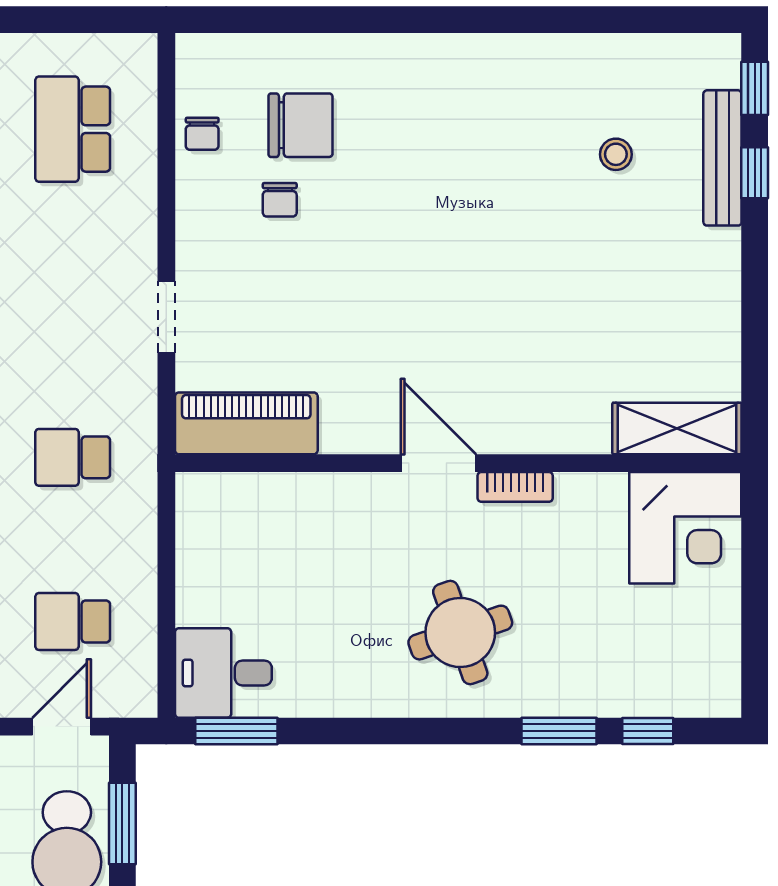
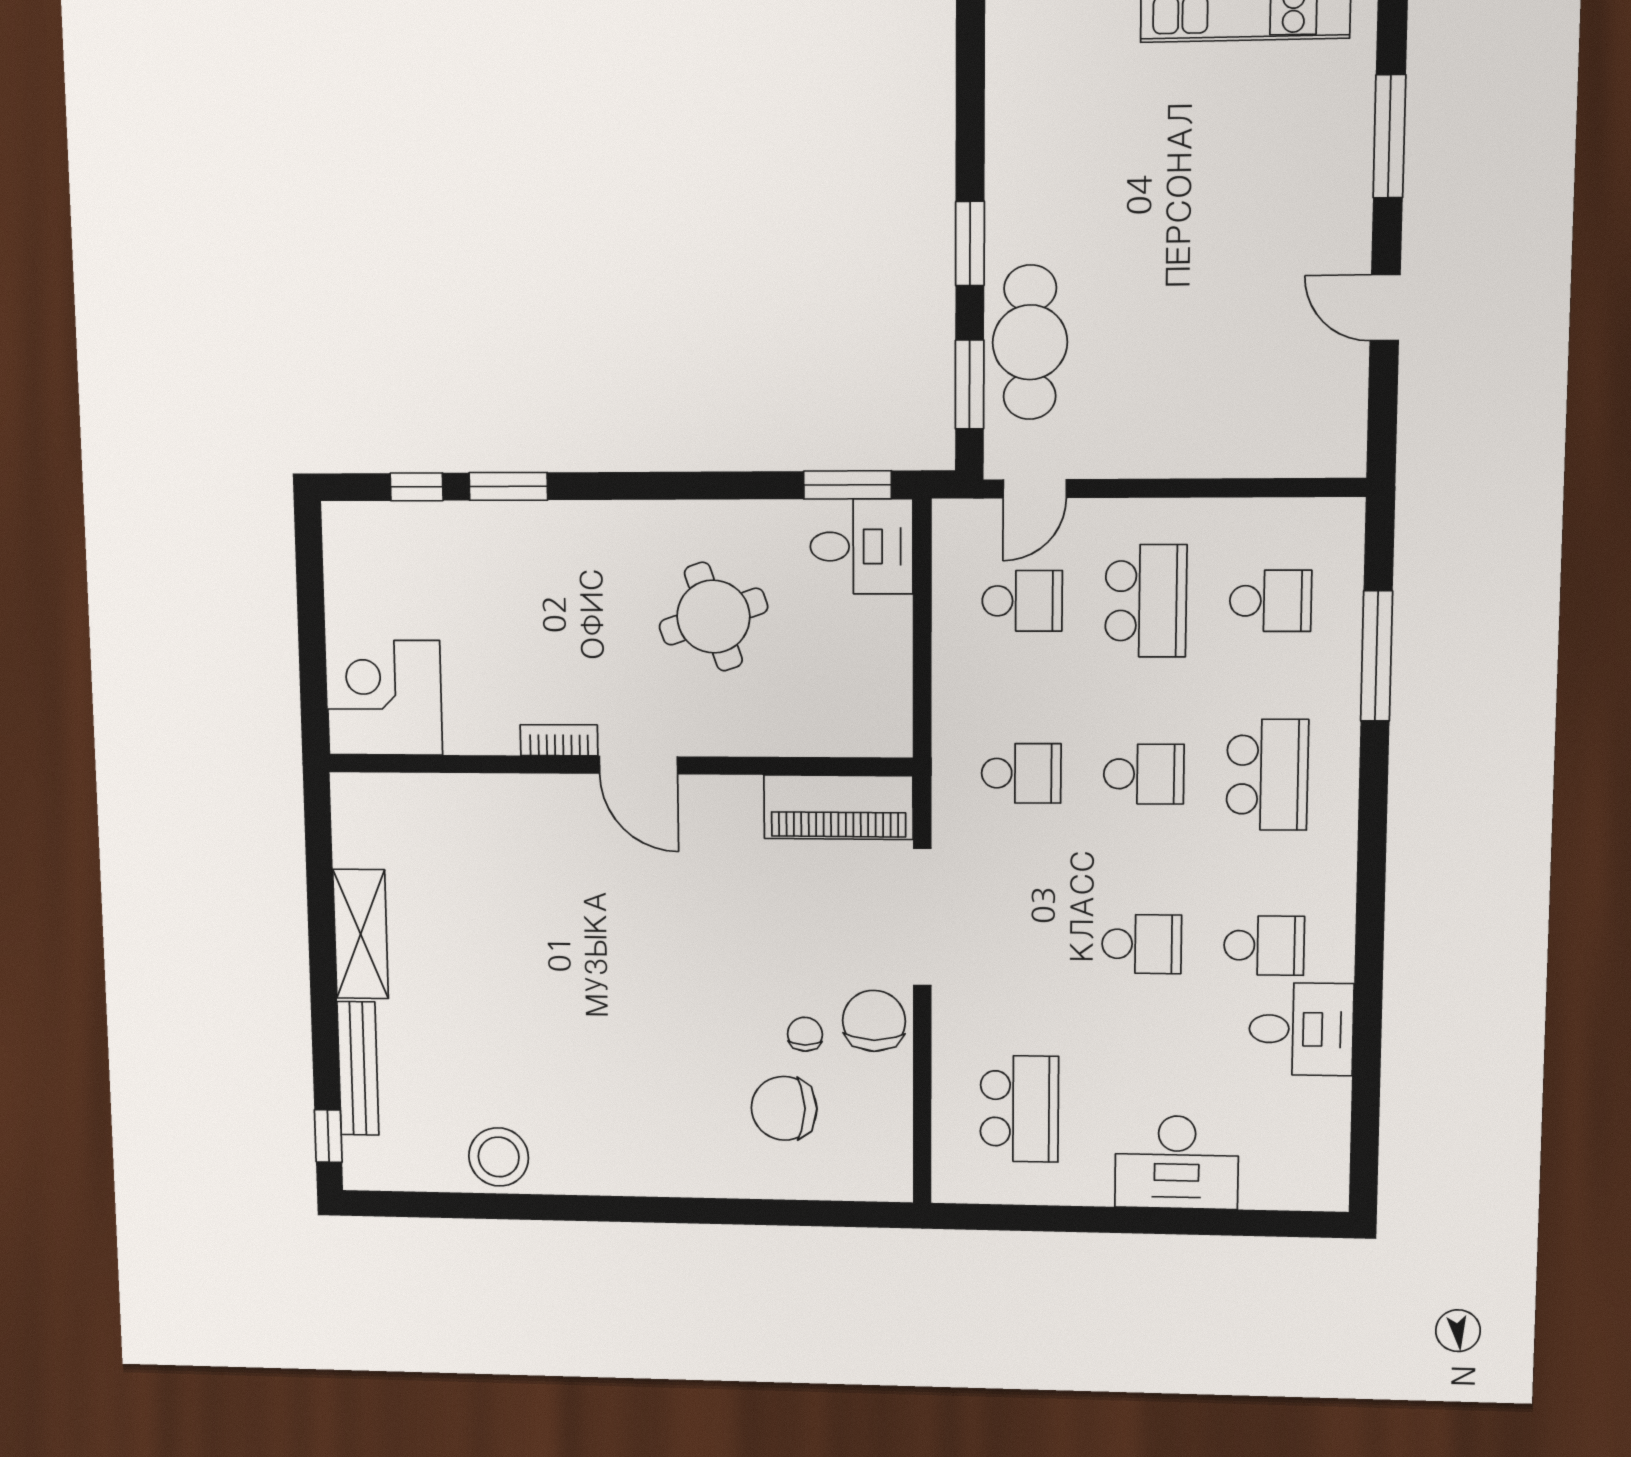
chair: (202, 134) -> (874, 1021), moved, width x1.87, depth x1.87
stool: (616, 154) -> (499, 1157), moved, width x1.89, depth x1.89
window: (755, 173) -> (325, 1053), removed
doorway: (166, 317) -> (922, 917), width x1.87
shelving: (677, 429) -> (361, 934), moved, turned 90
round table: (460, 633) -> (713, 617), moved

